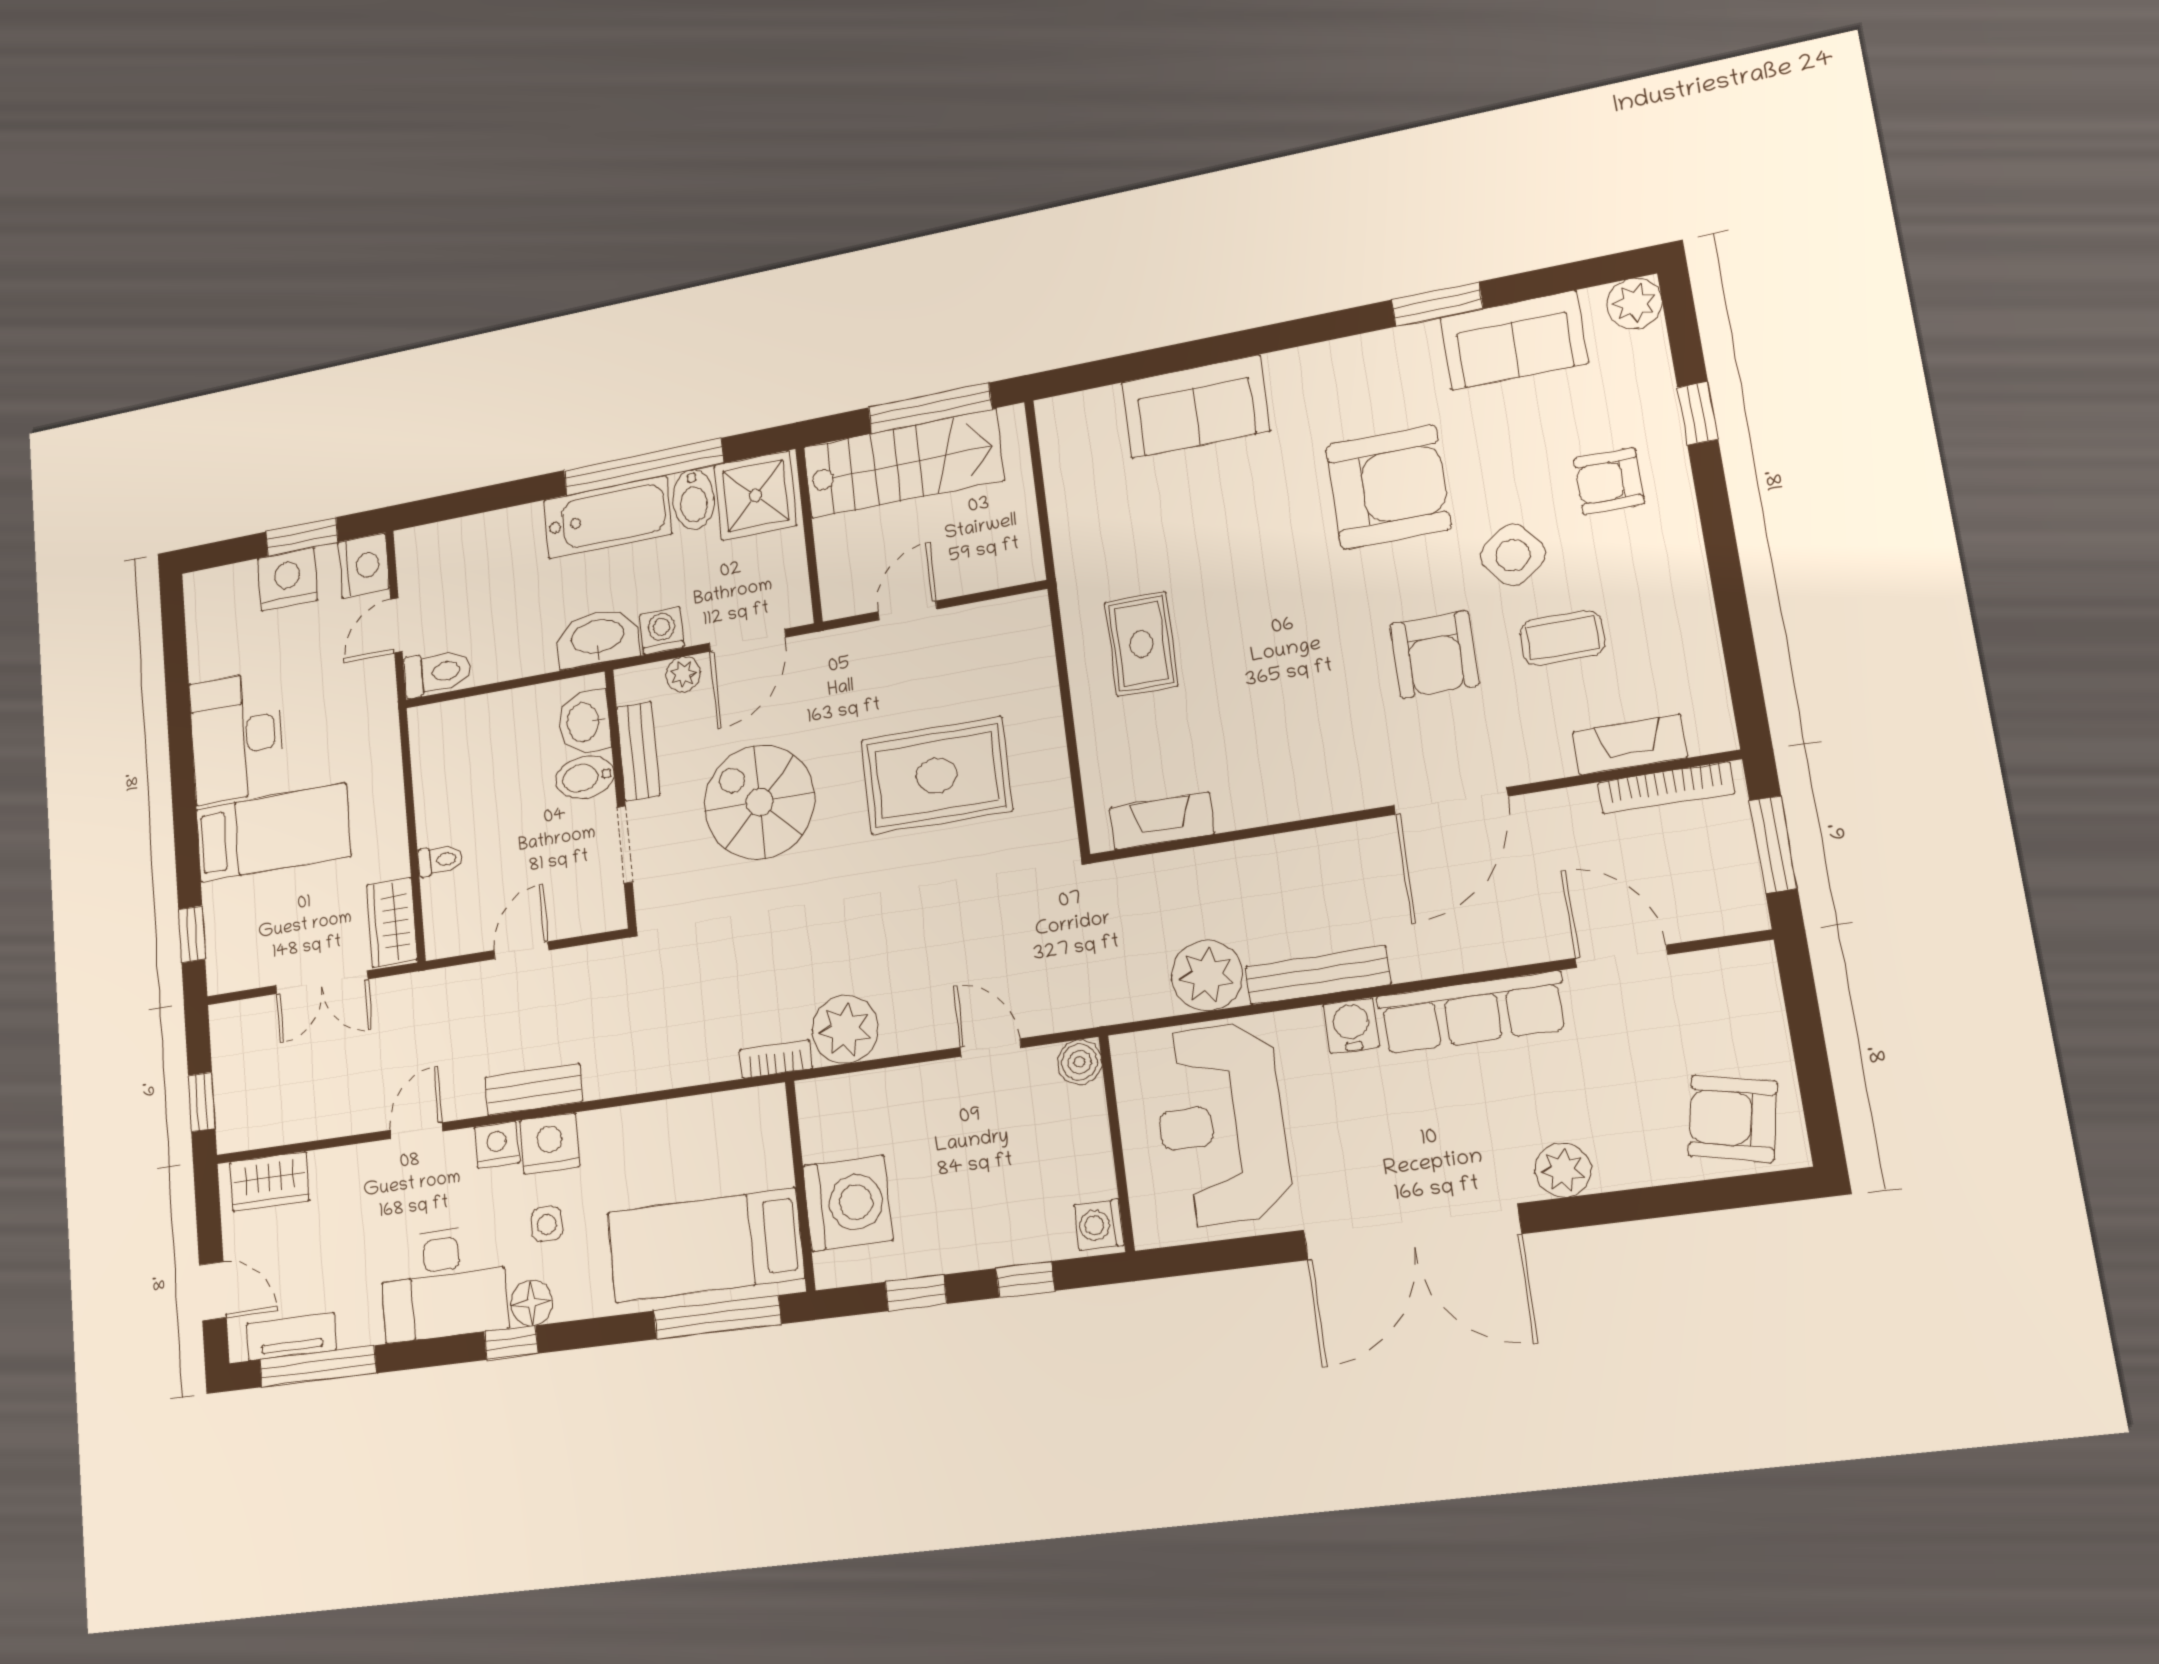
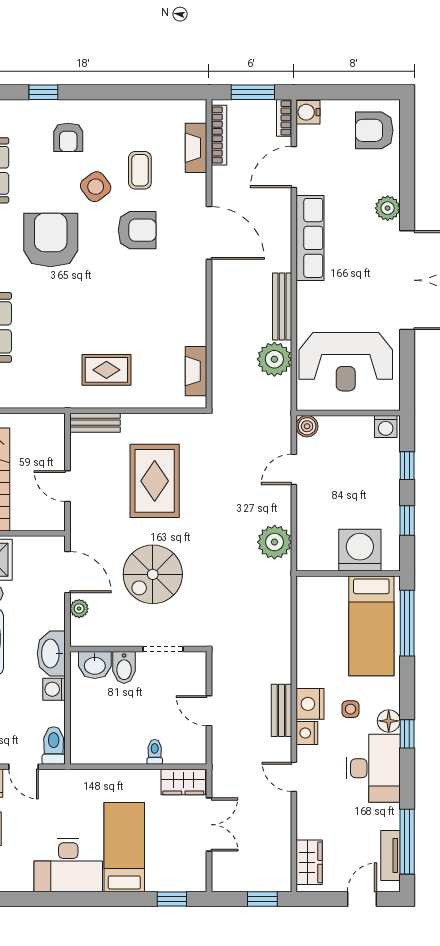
washing machine: (662, 631) -> (54, 689), moved
bench: (638, 751) -> (95, 423), moved
water cooler: (1351, 1026) -> (308, 112), moved
bookcase: (776, 1059) -> (284, 118), moved
armchair: (1732, 1118) -> (374, 130), turned 78

